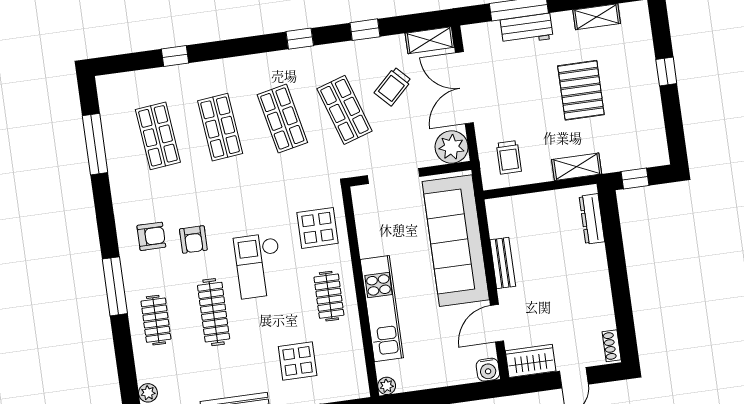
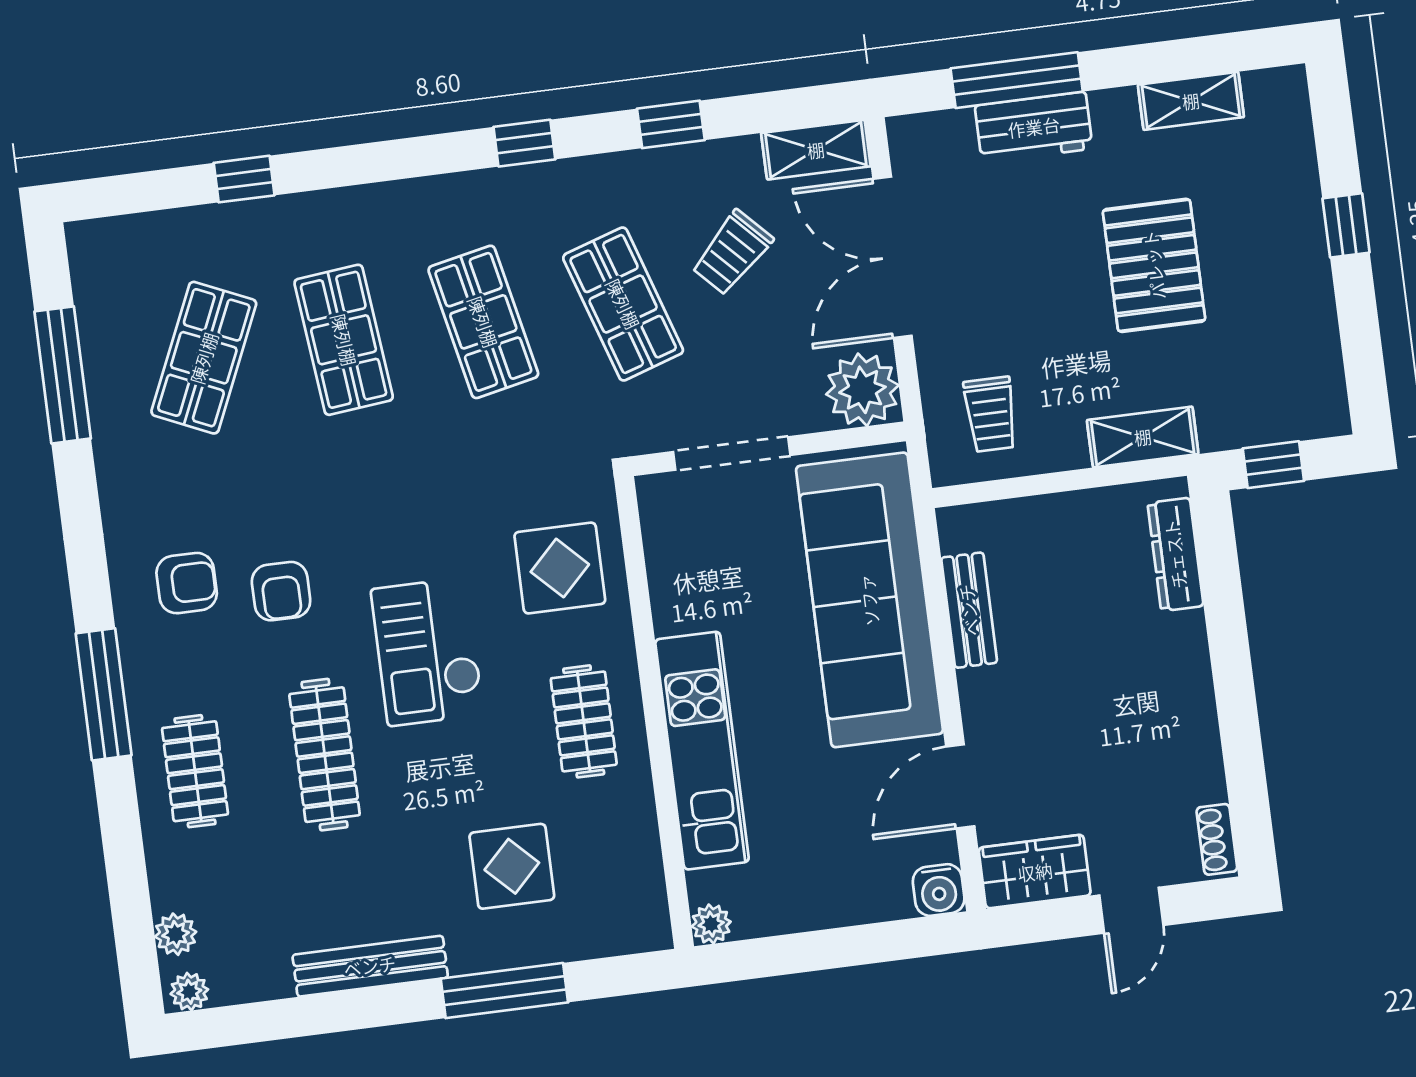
shop shelf: (158, 136) -> (204, 358), turned 30
bench: (503, 263) -> (969, 610), moved

